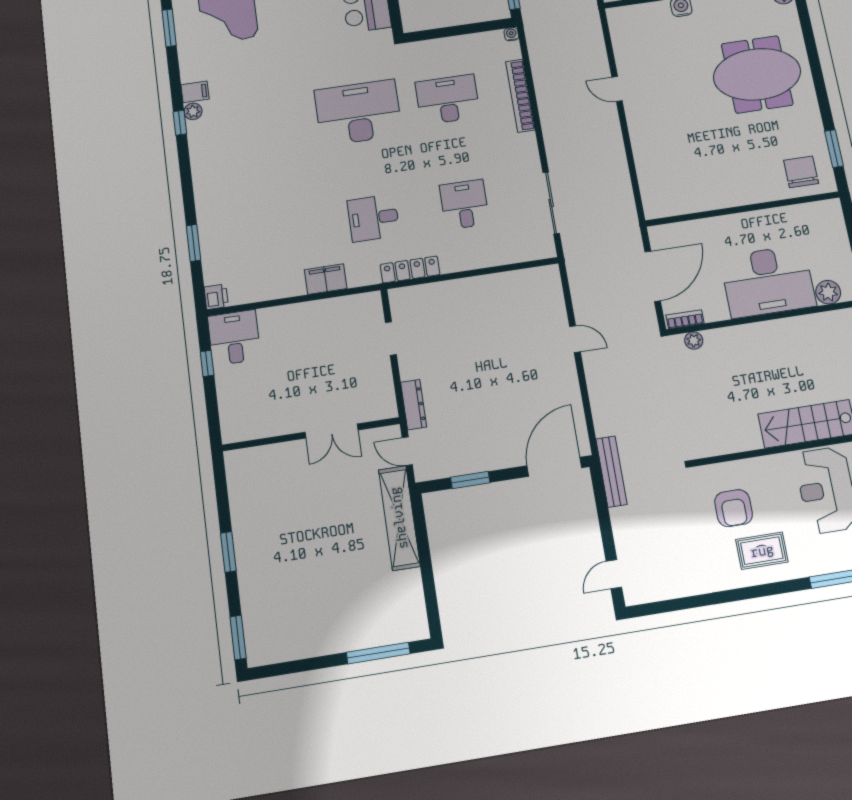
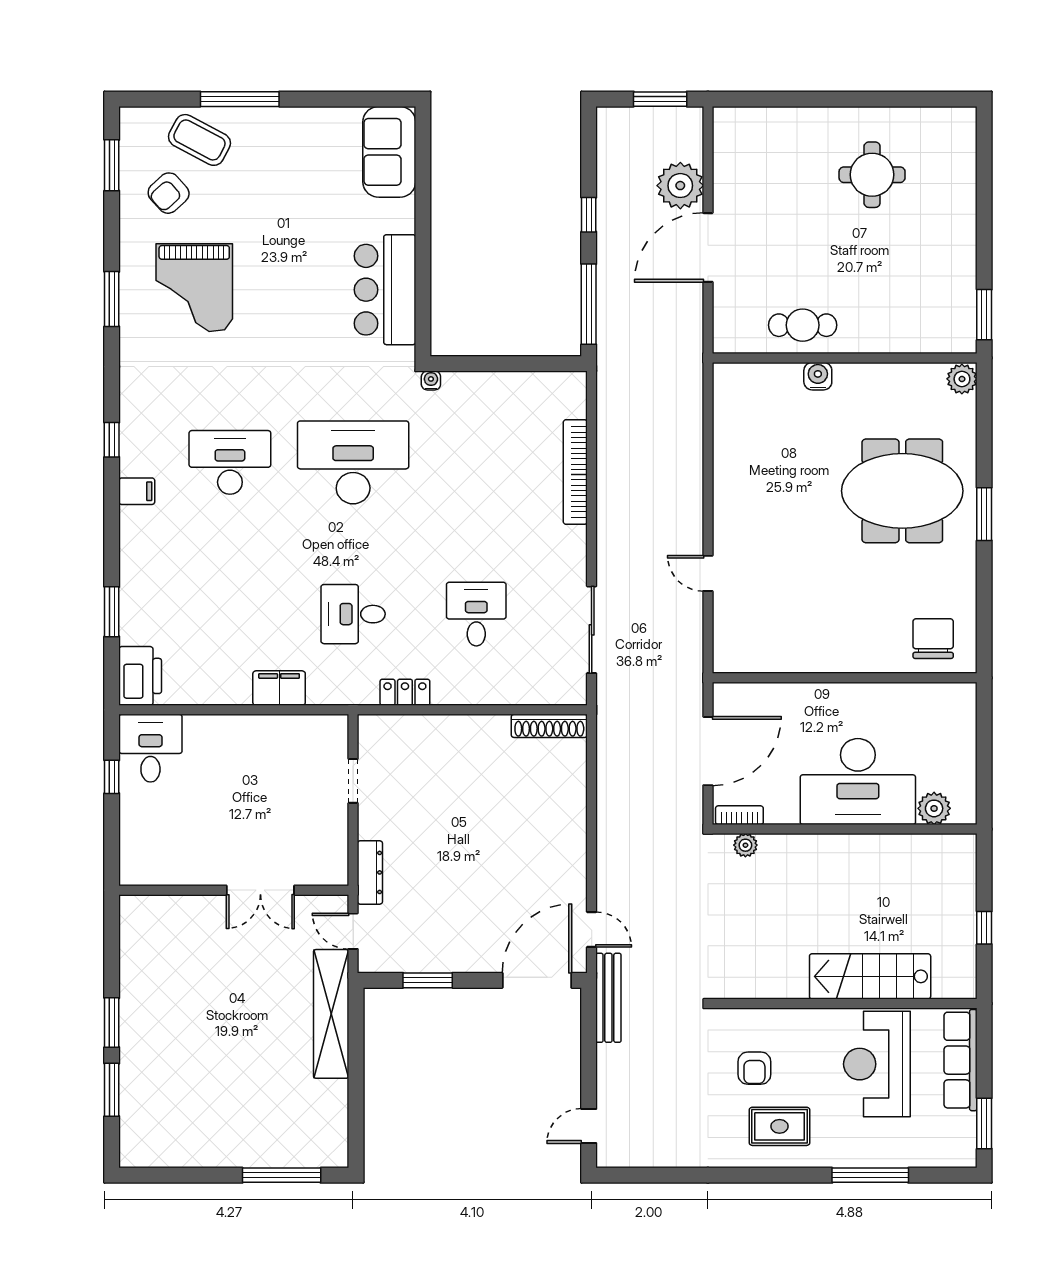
water cooler: (511, 34) -> (431, 381), moved
door: (617, 89) -> (708, 573), moved
filing cabinet: (195, 92) -> (137, 491), moved
desk: (448, 100) -> (230, 462), moved
plant: (193, 111) -> (131, 426), removed
window: (834, 149) -> (984, 514), moved
locker: (410, 270) -> (405, 692), width x0.66
shoe rack: (532, 276) -> (549, 726), added
printer: (216, 297) -> (140, 676), width x1.87, depth x1.48
door: (575, 339) -> (592, 930), moved
armchair: (734, 508) -> (754, 1068), width x0.72, depth x0.72
window: (238, 637) -> (112, 1090), moved

